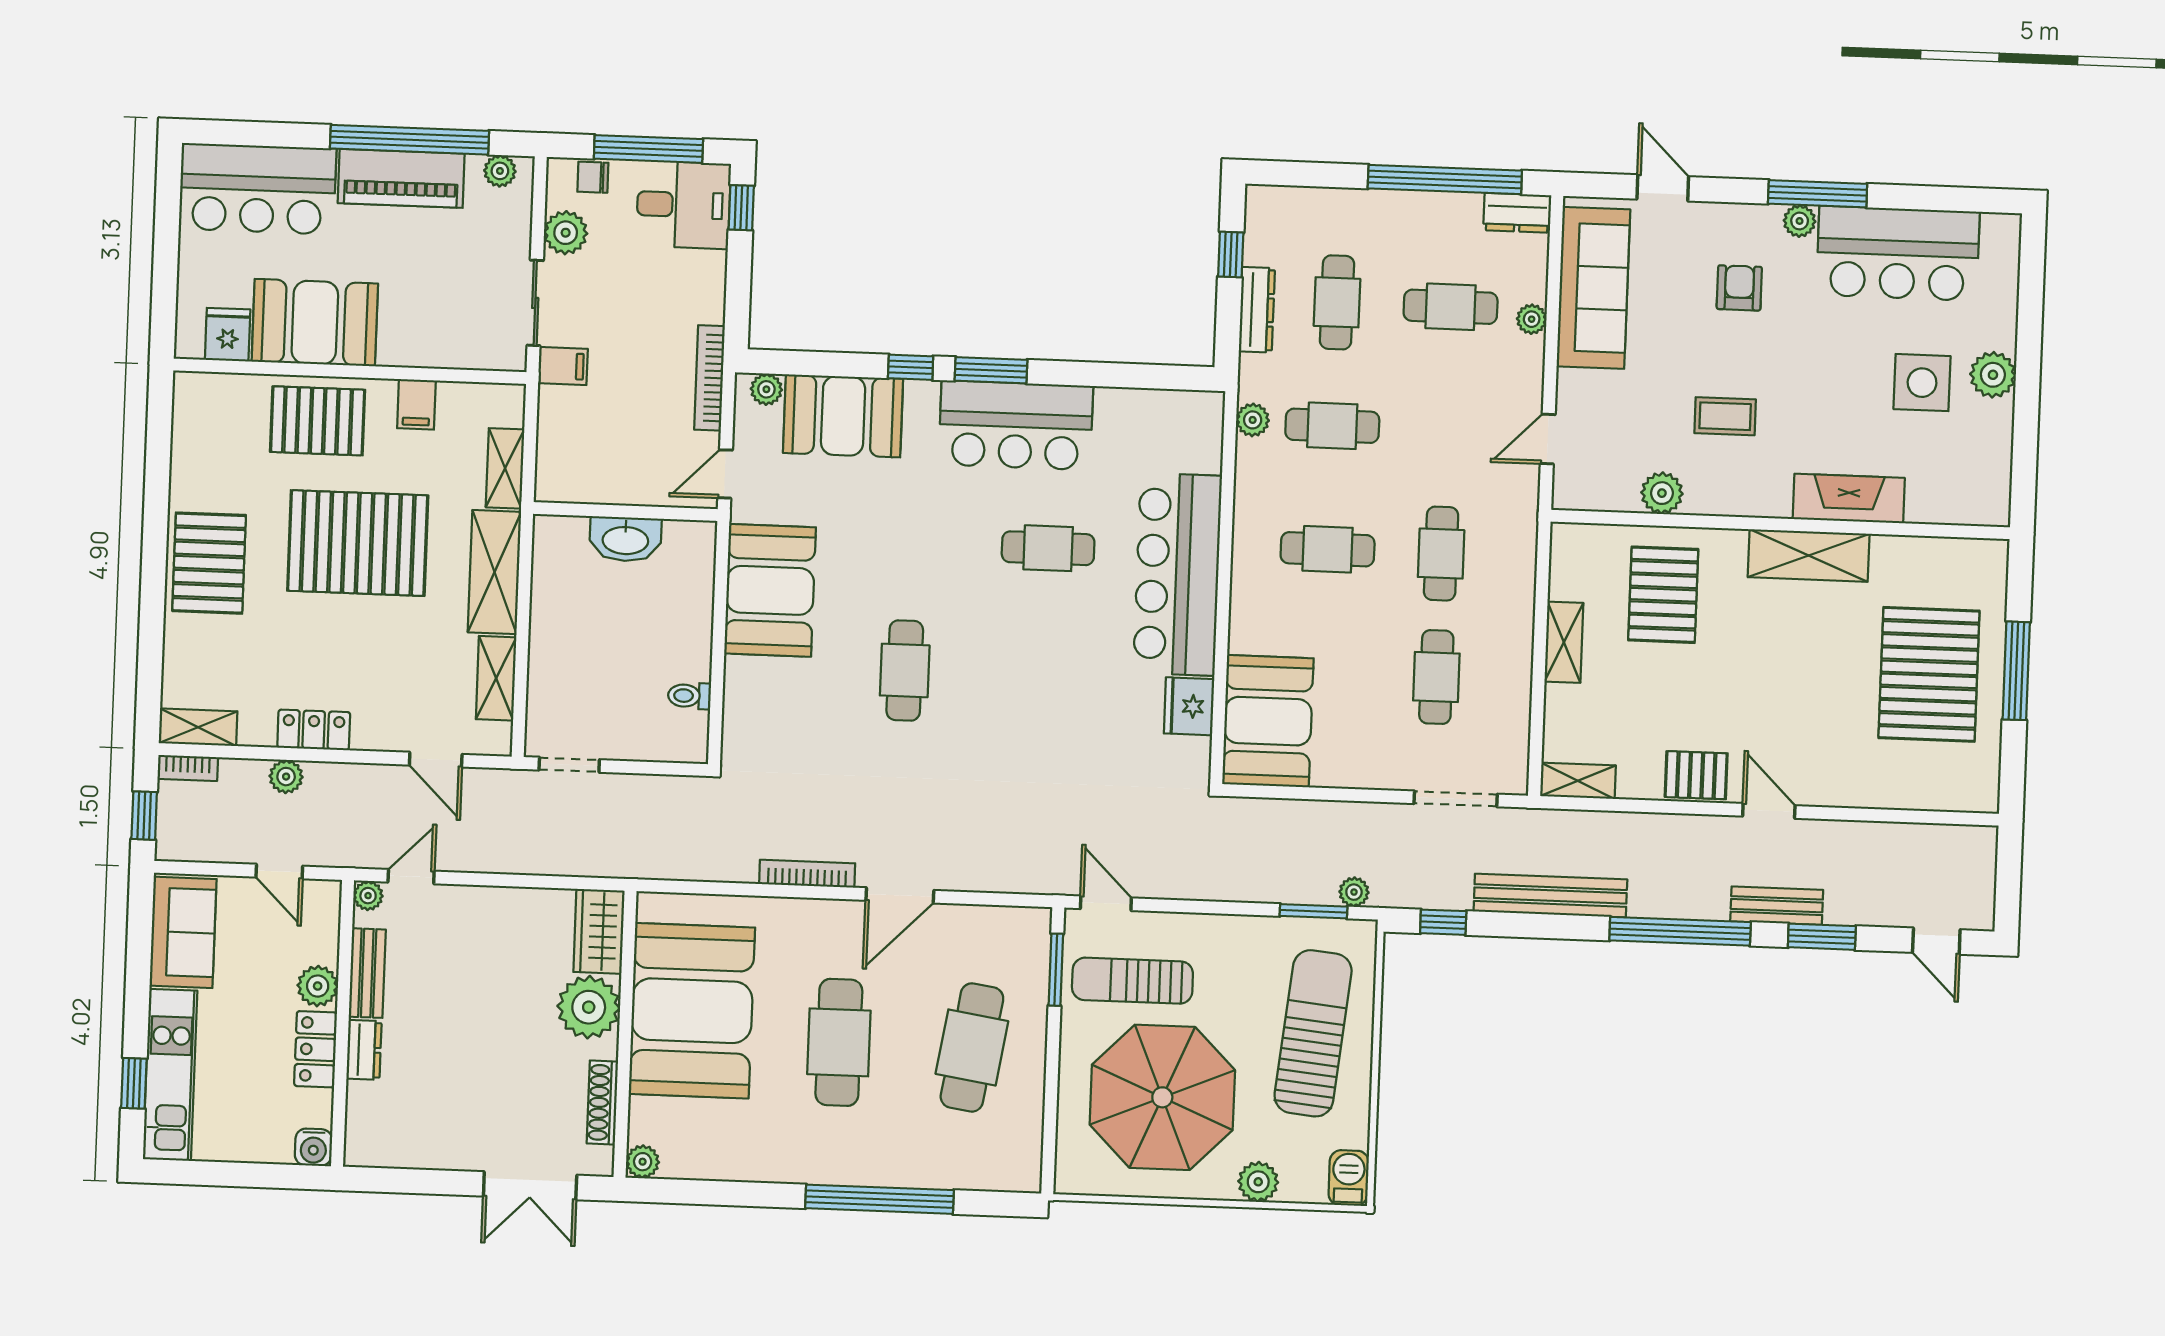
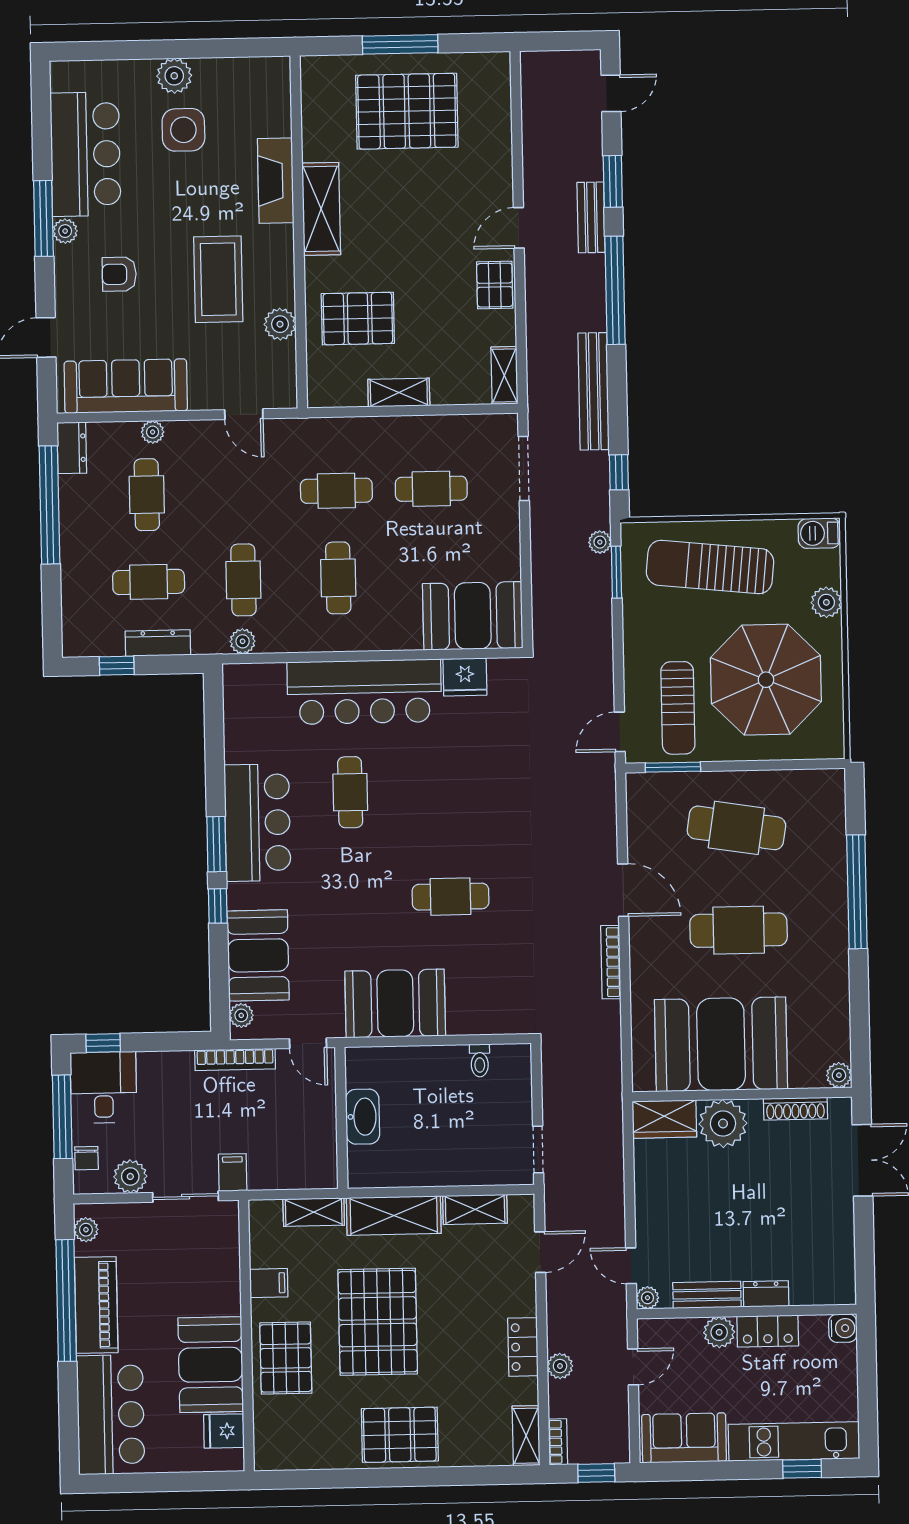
coffee table: (1725, 416) -> (218, 279), width x1.86, depth x1.72

